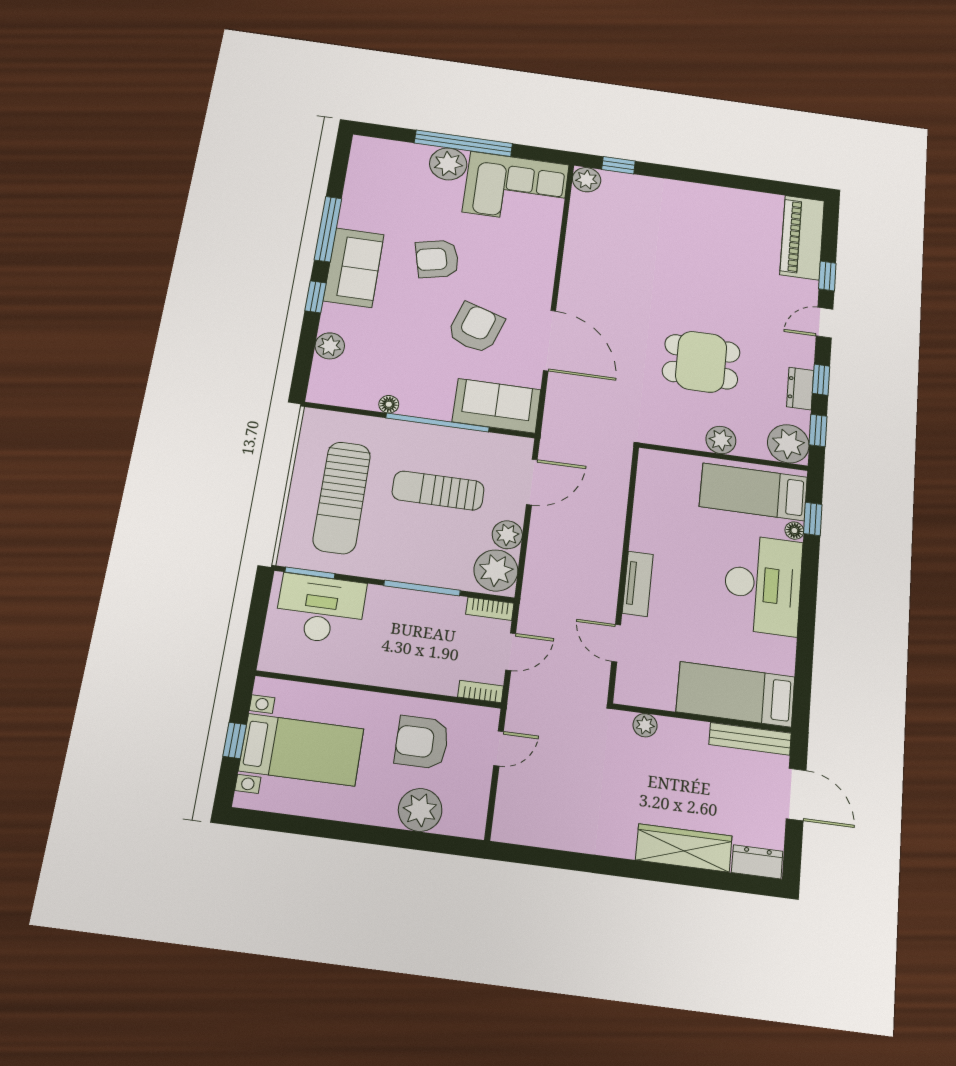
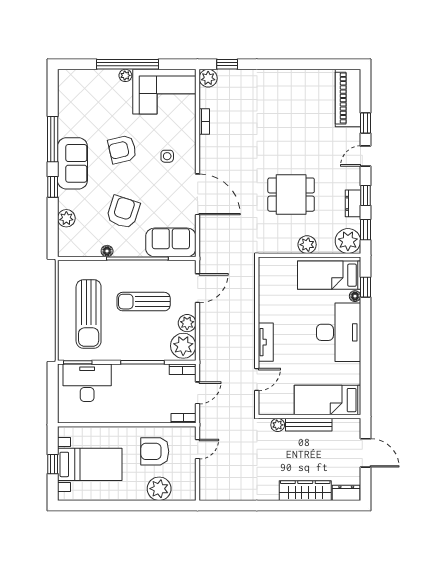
plant: (448, 164) -> (125, 75), width x0.53, depth x0.53
bookcase: (573, 238) -> (204, 122), added
side table: (508, 279) -> (167, 156), added
armchair: (476, 328) -> (123, 212), moved
door: (616, 643) -> (257, 380), swing flipped
bench: (750, 739) -> (309, 425), moved

